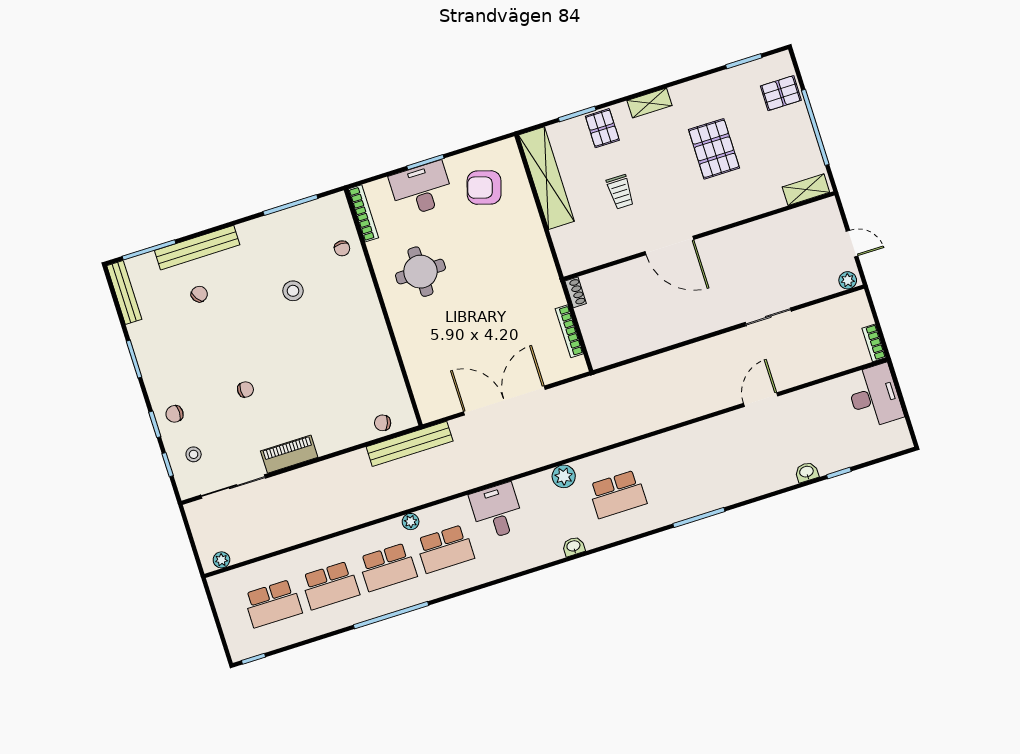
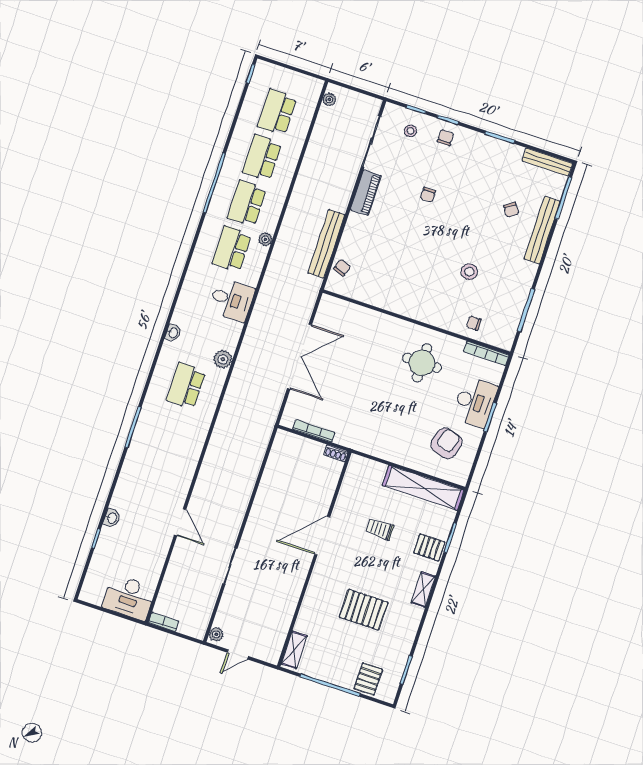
bench: (410, 444) -> (326, 244), moved

